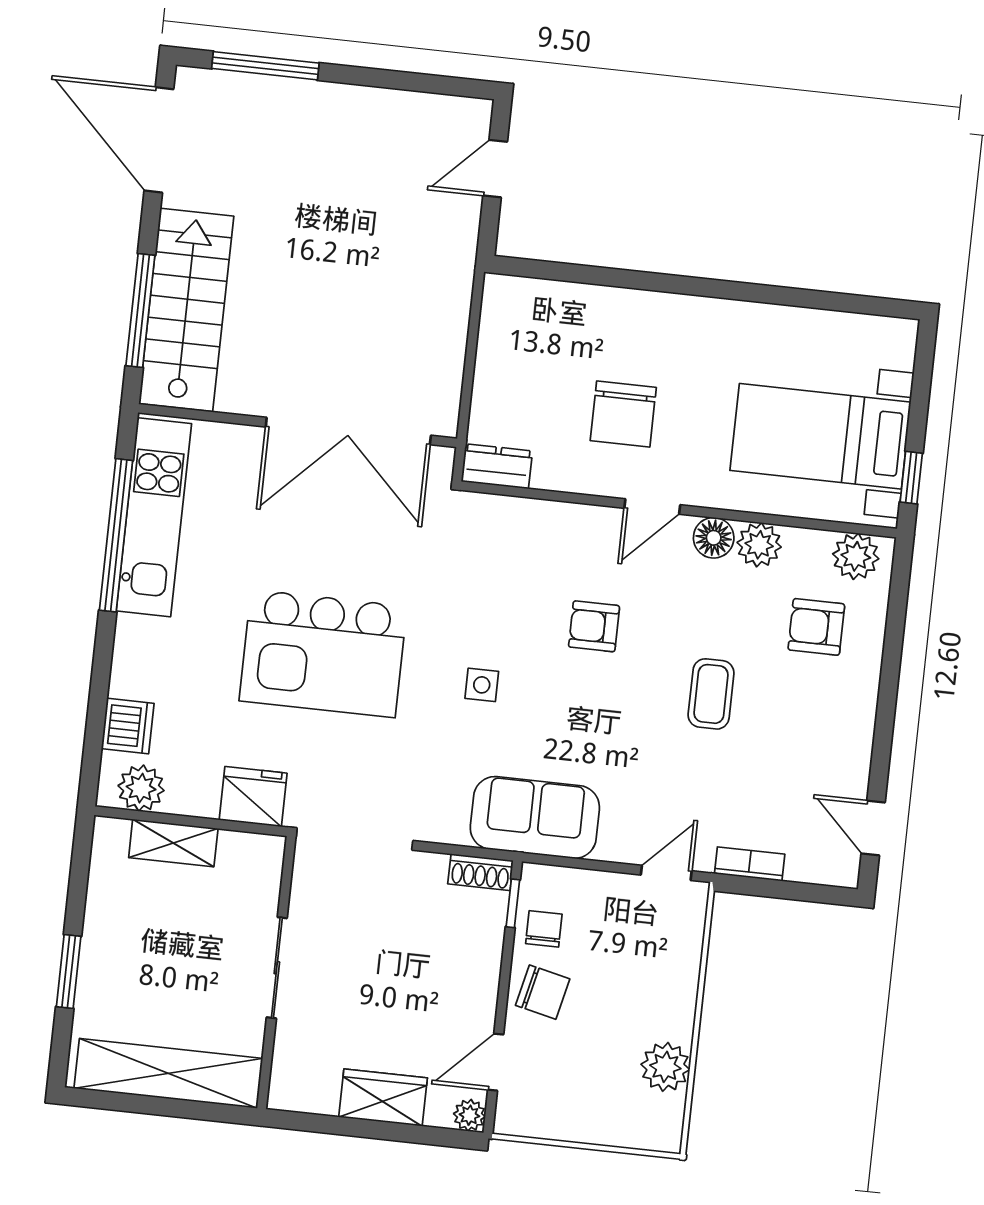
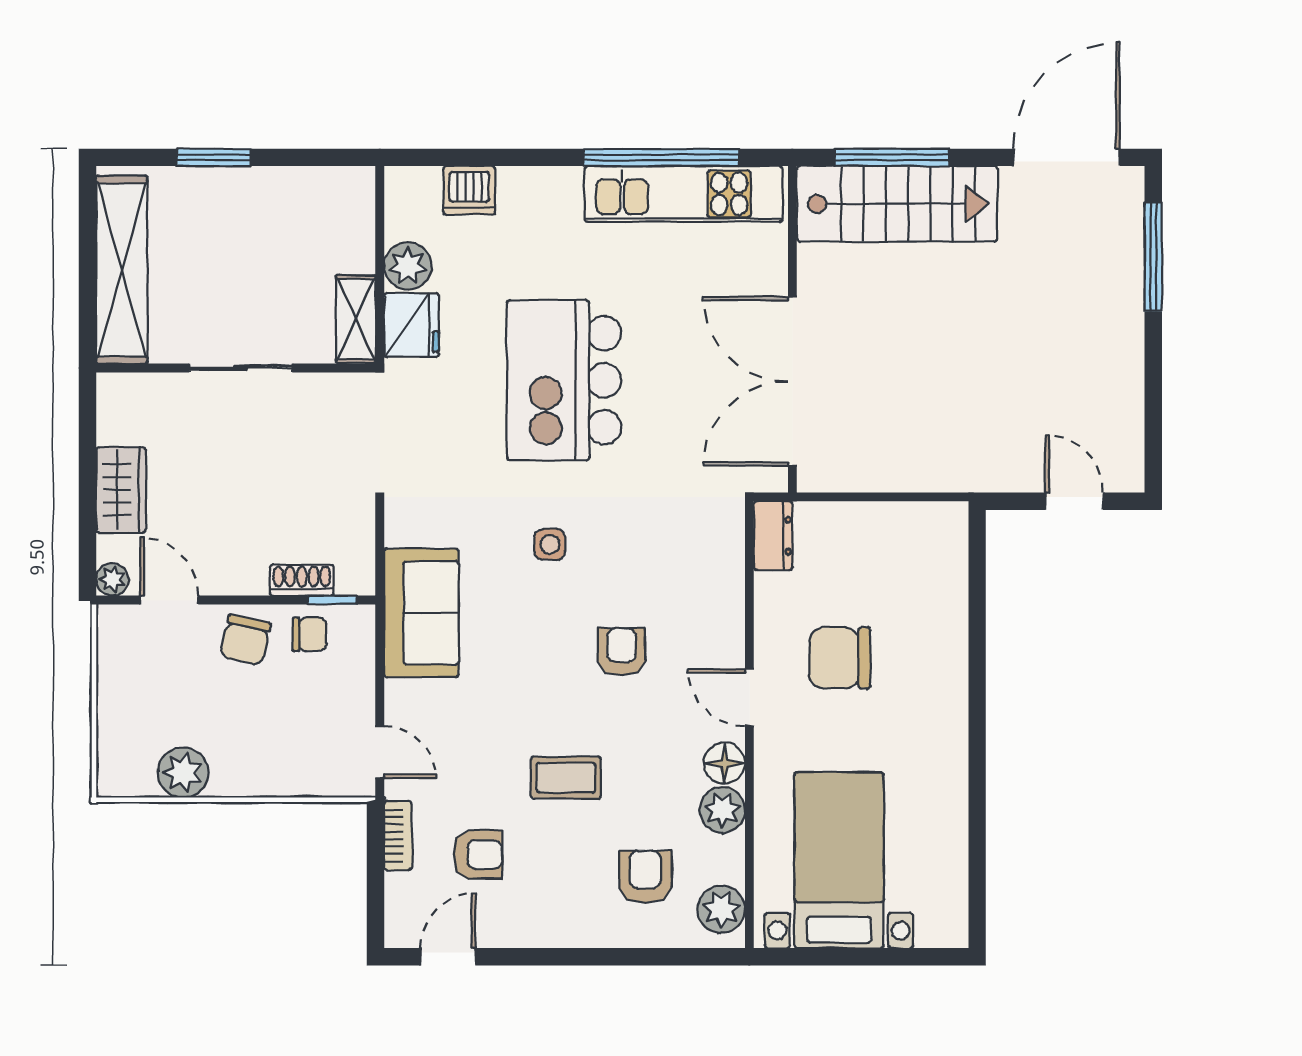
window: (911, 478) -> (807, 957), removed
plant: (141, 788) -> (408, 266), moved
armchair: (777, 788) -> (478, 854), added
shelving: (173, 843) -> (356, 319), moved
shoe rack: (481, 872) -> (302, 580), moved, turned 90

